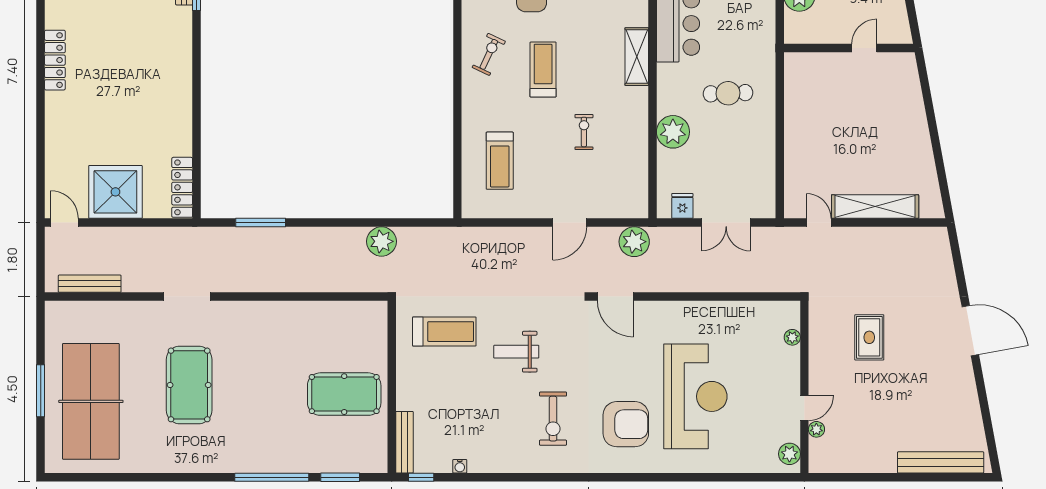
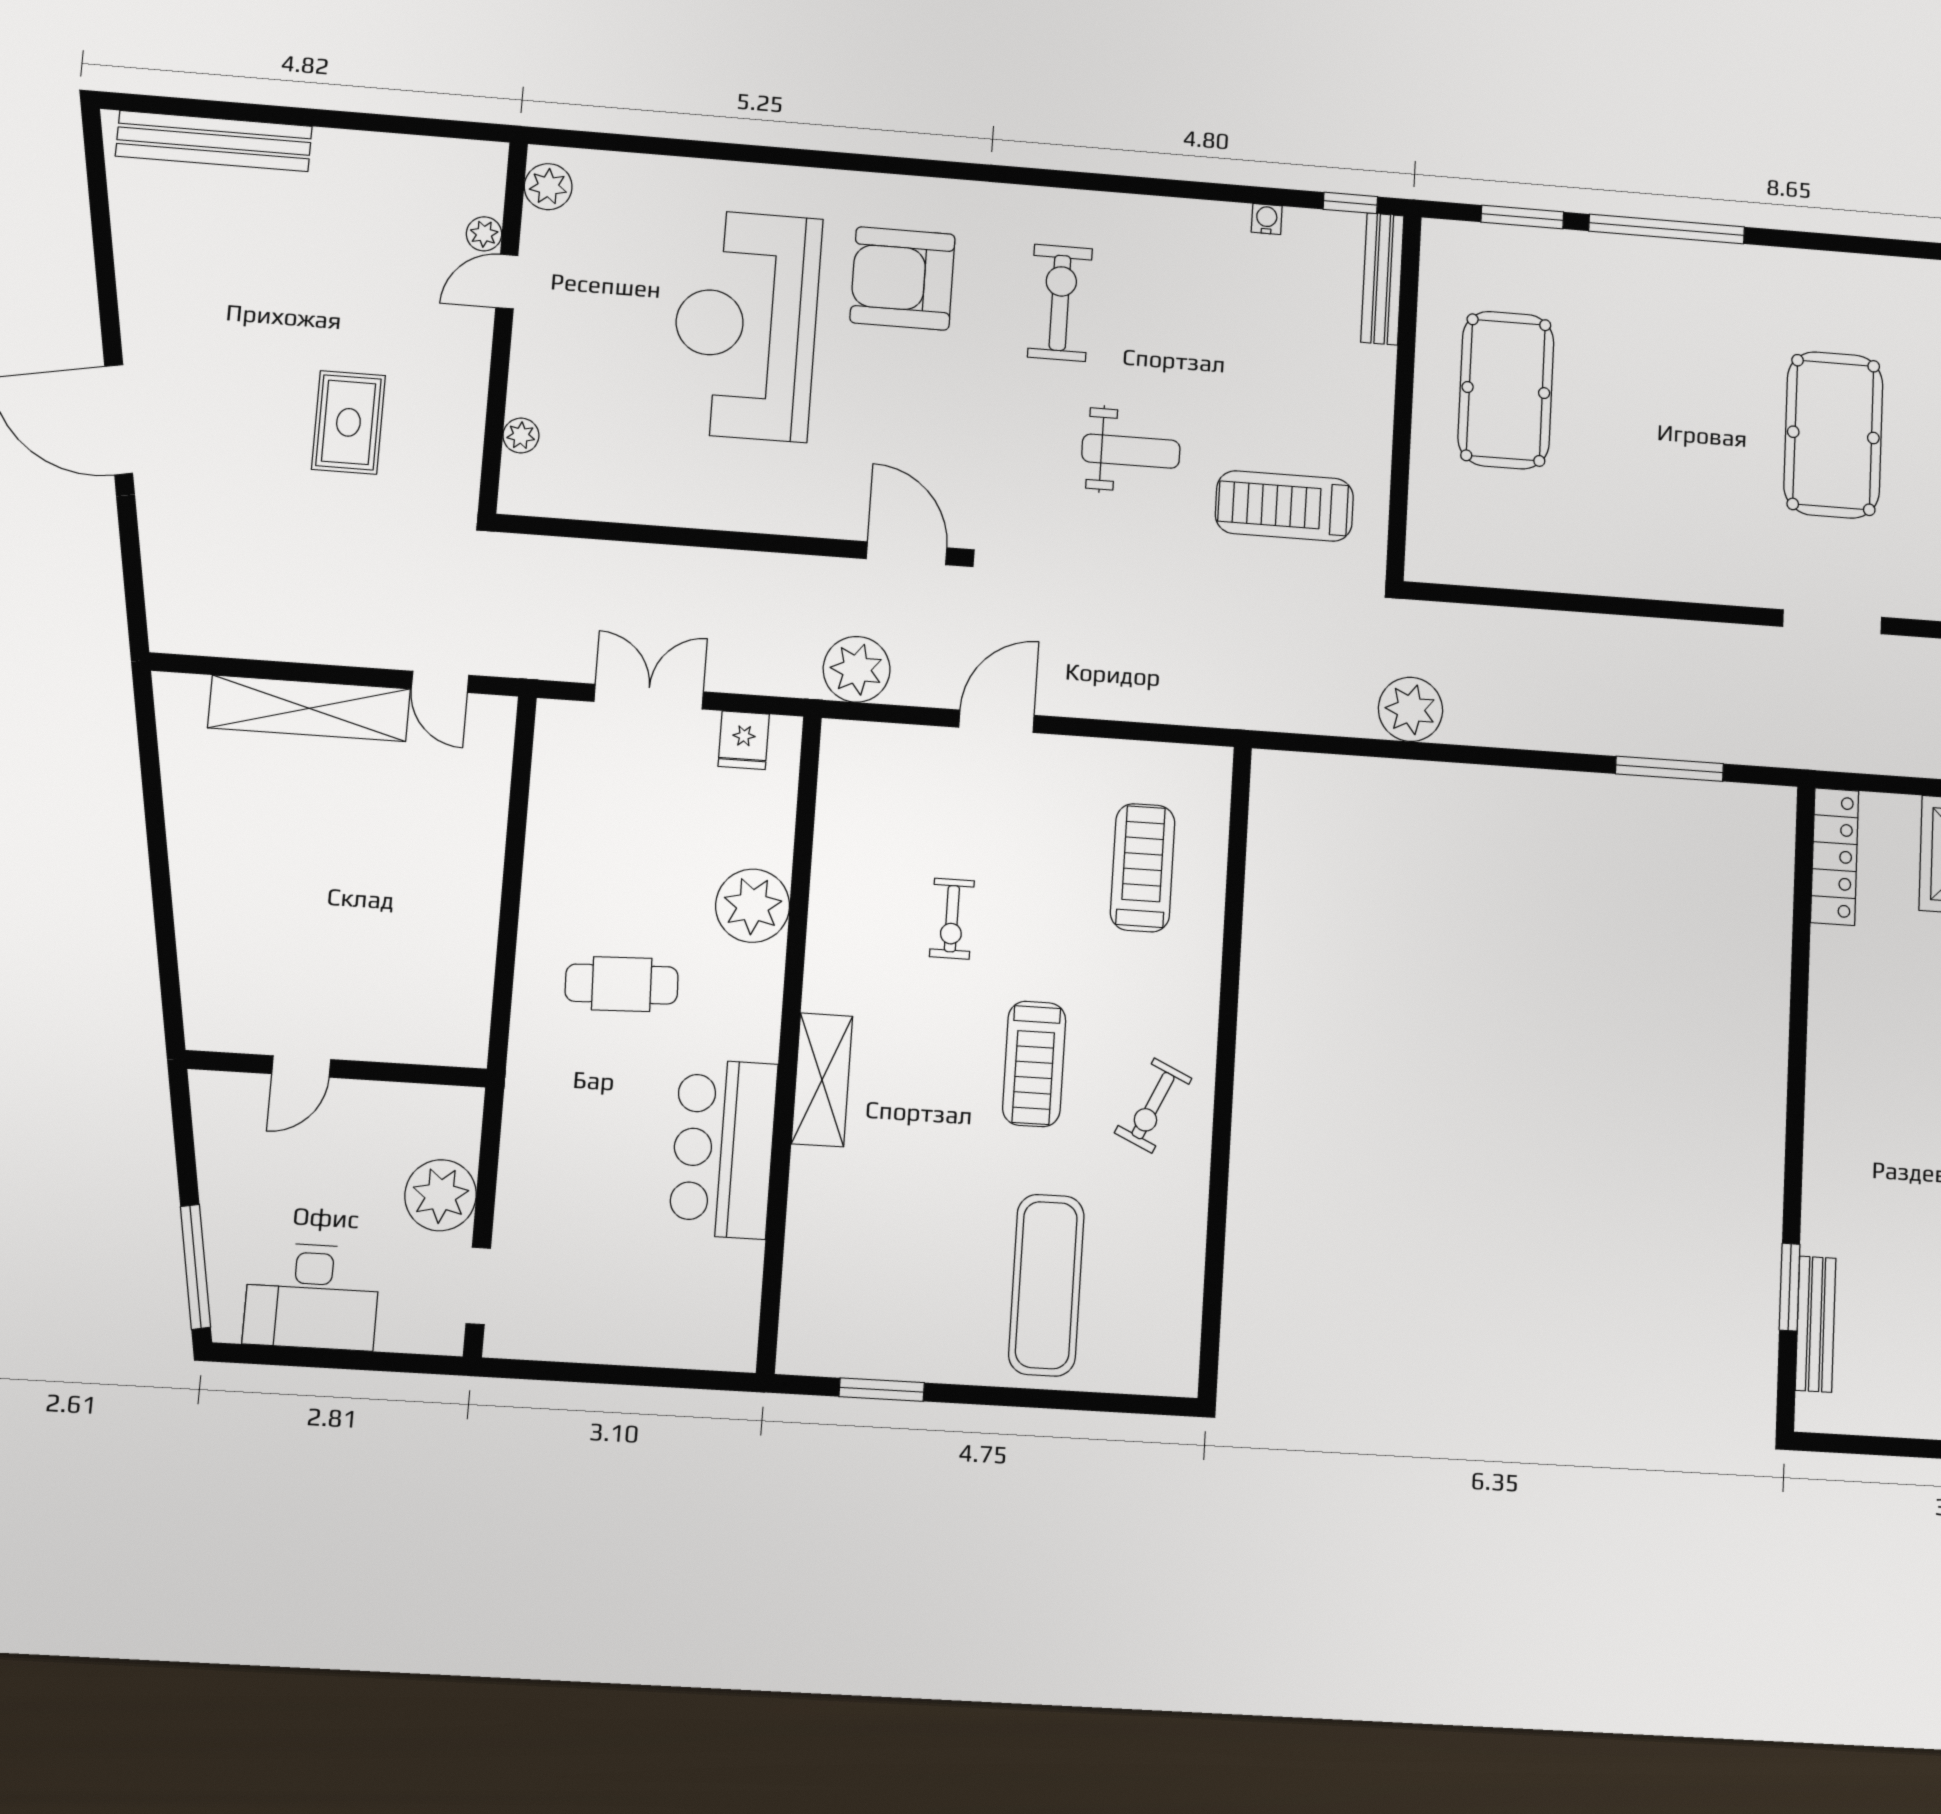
pool table: (344, 394) -> (1506, 390), turned 90

